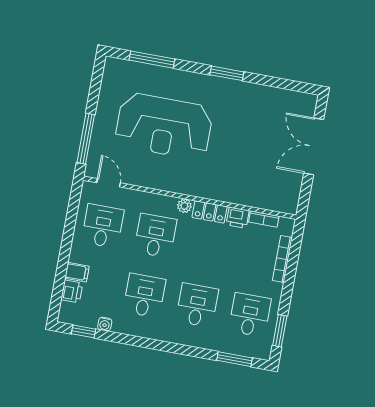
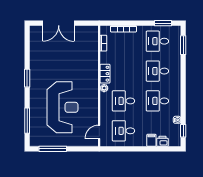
window: (86, 139) -> (53, 149), moved
printer: (238, 218) -> (105, 58), removed

